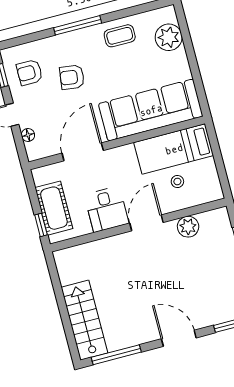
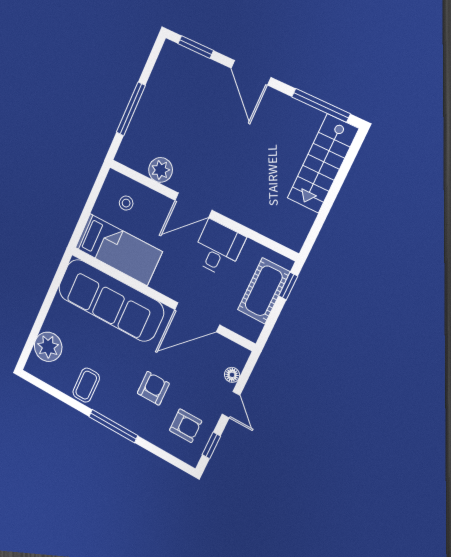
coffee table: (120, 36) -> (86, 385), turned 90
armchair: (72, 77) -> (153, 388), turned -98
stool: (177, 181) -> (126, 203), moved

